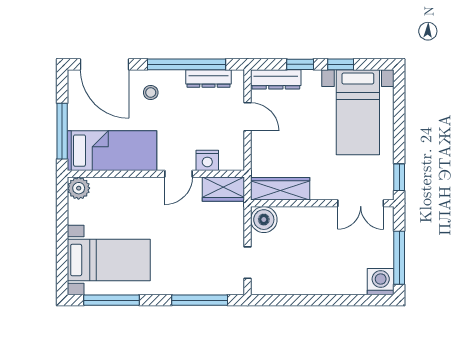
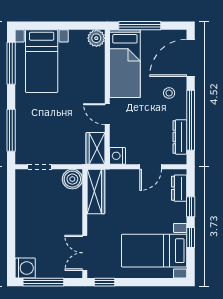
dresser: (276, 79) -> (179, 188), width x0.70
nightstand: (207, 160) -> (117, 156), moved

